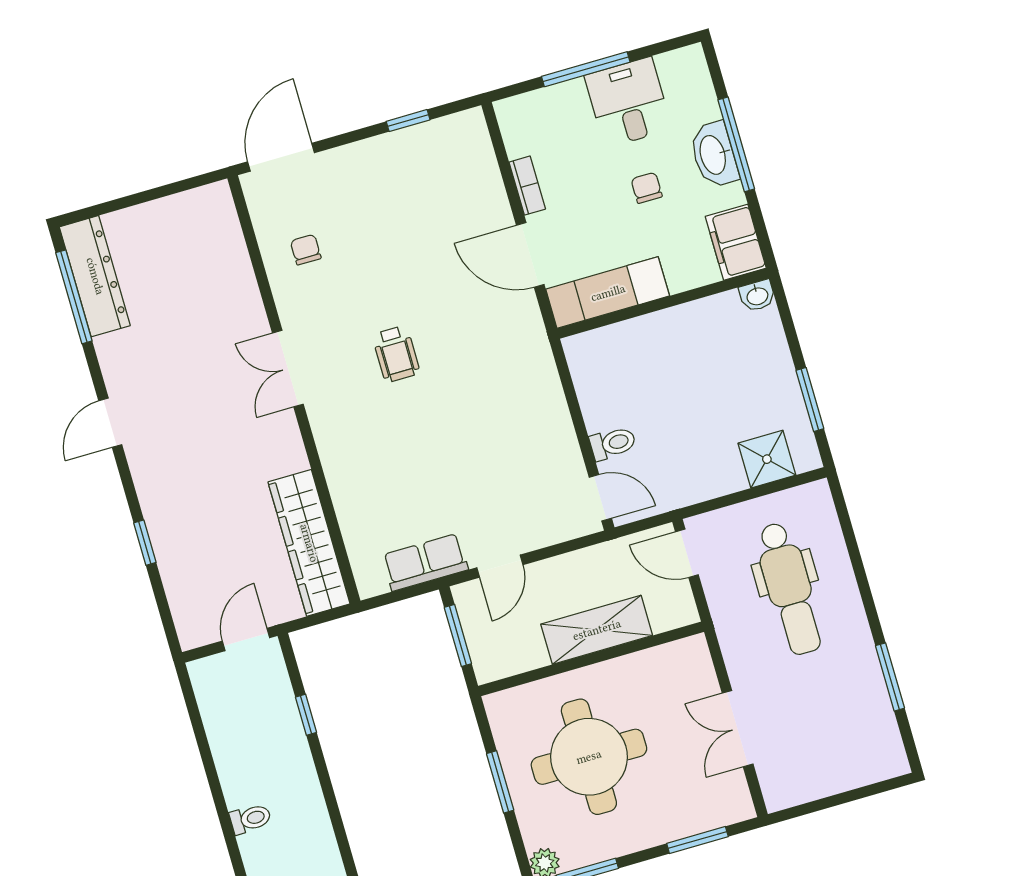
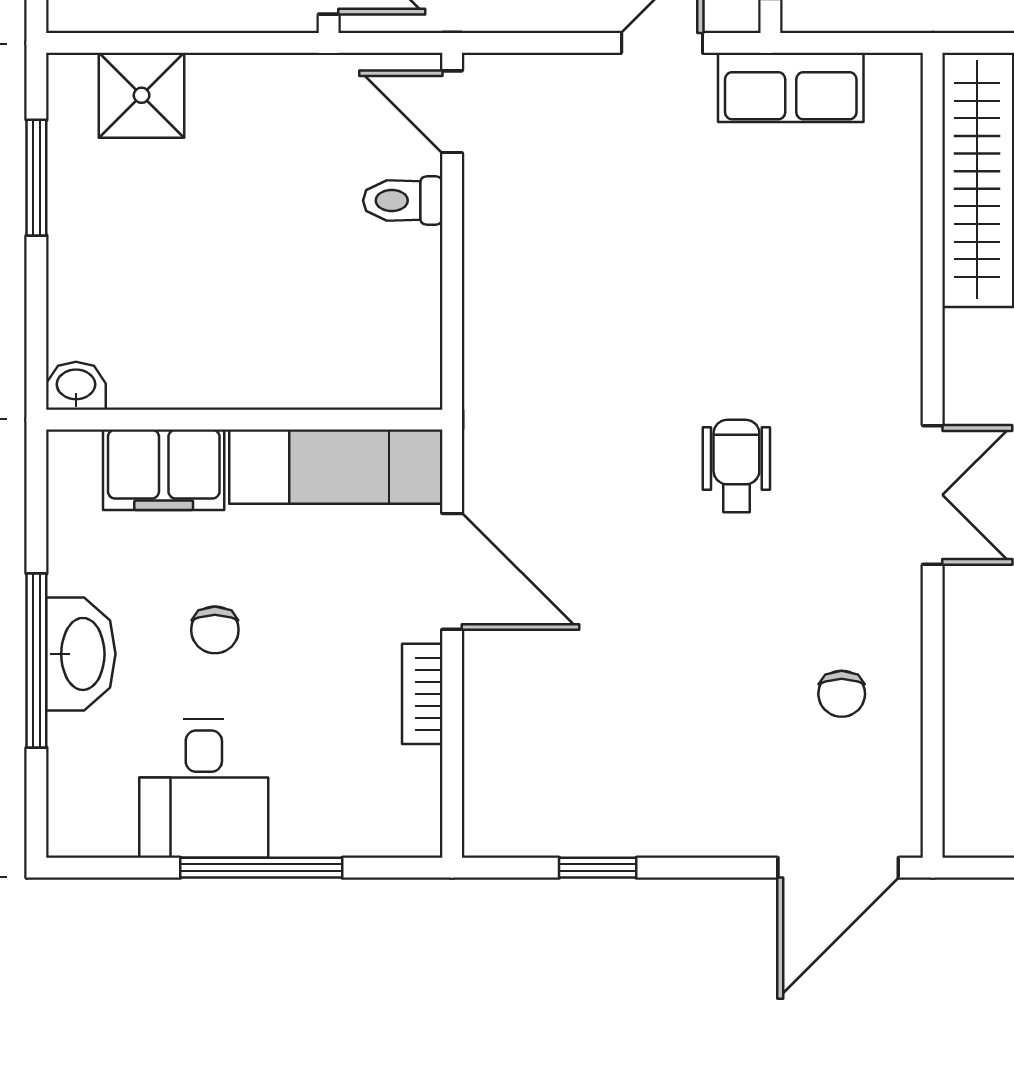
filing cabinet: (736, 242) -> (164, 470), moved, turned 90

